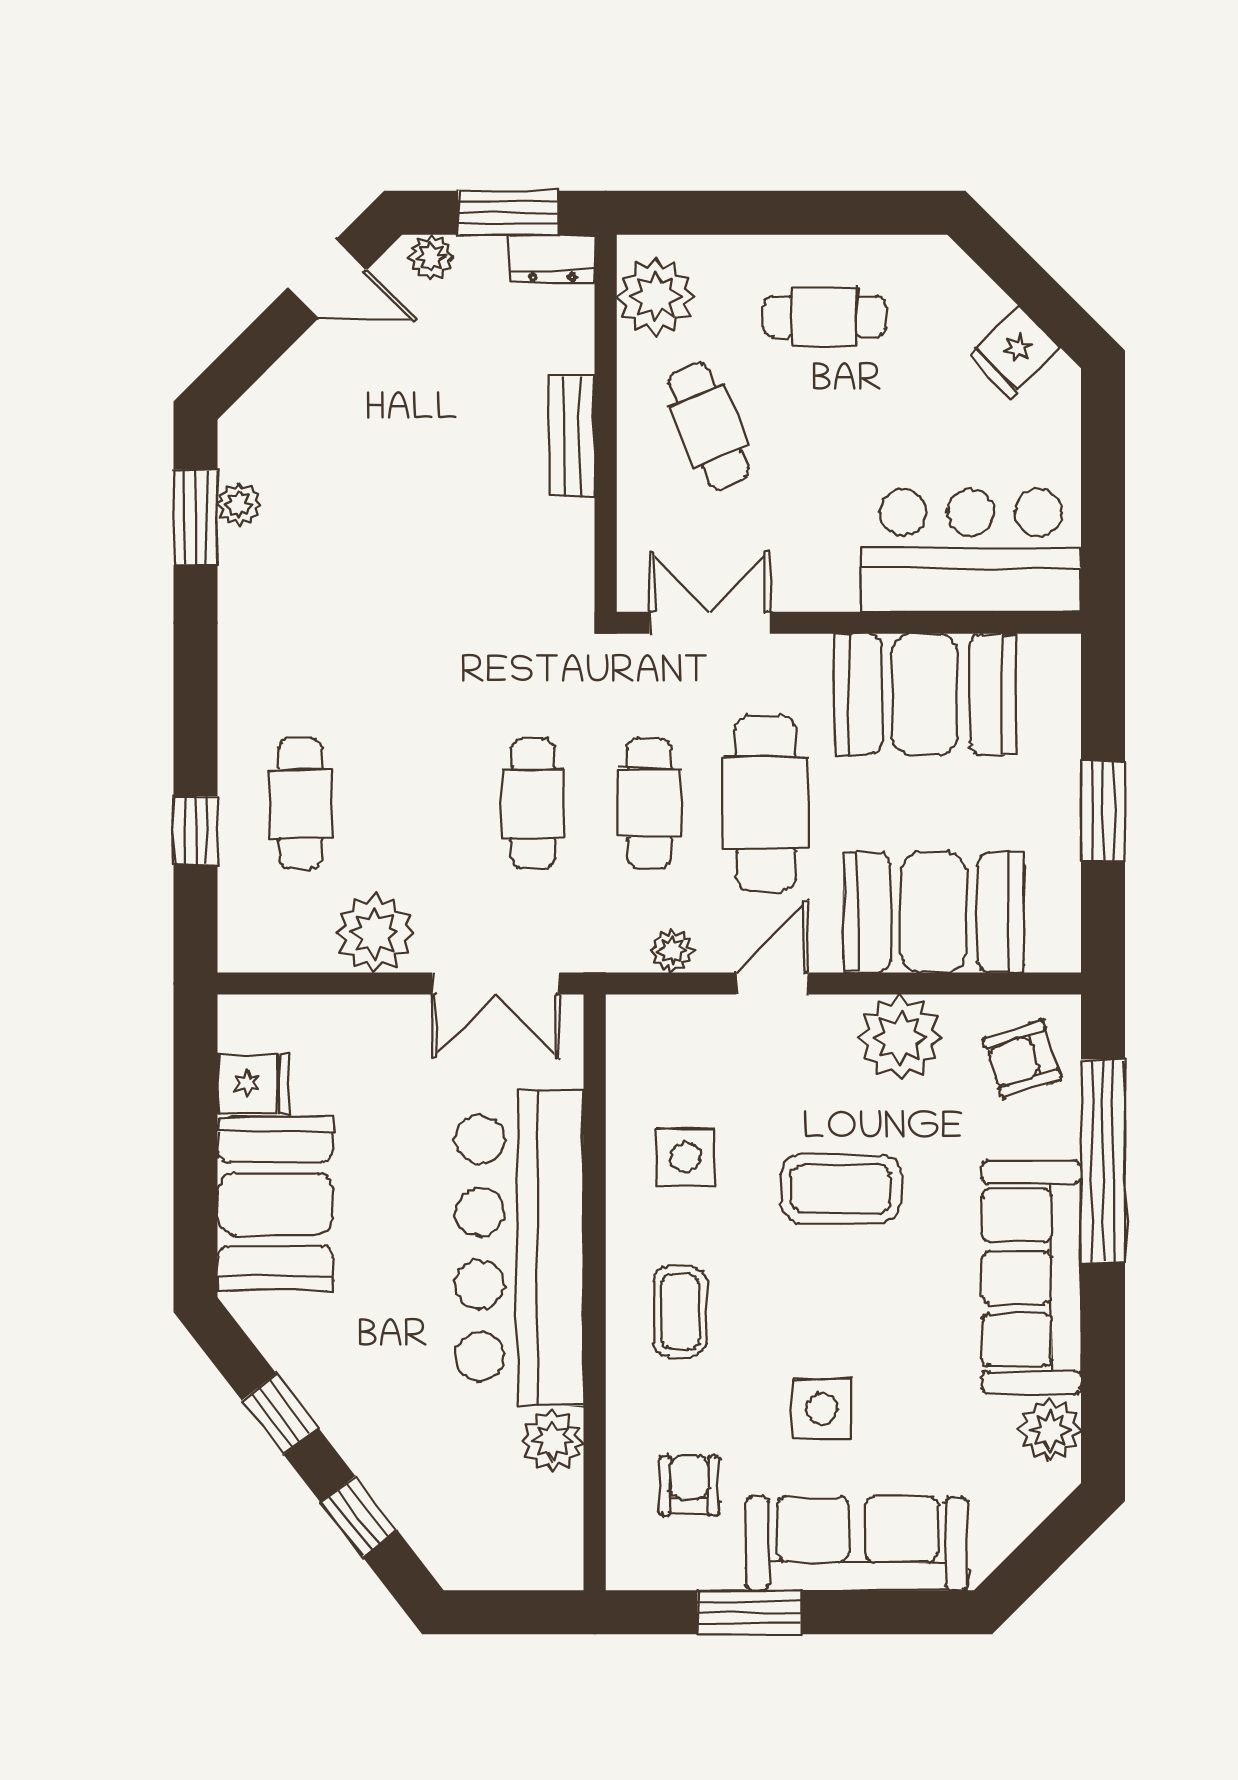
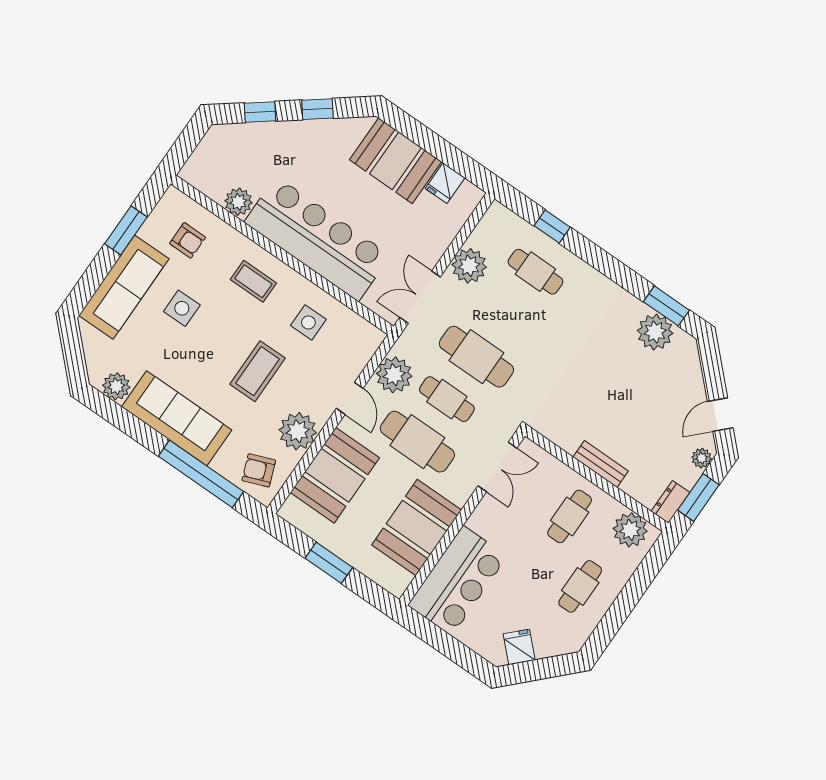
cafe table: (709, 426) -> (570, 516), turned -68
plant: (239, 505) -> (655, 332), width x1.87, depth x1.87
cafe table: (533, 803) -> (476, 357), width x1.37, depth x1.35
plant: (672, 951) -> (394, 375), width x1.88, depth x1.88
armchair: (1022, 1059) -> (259, 470), turned -93

